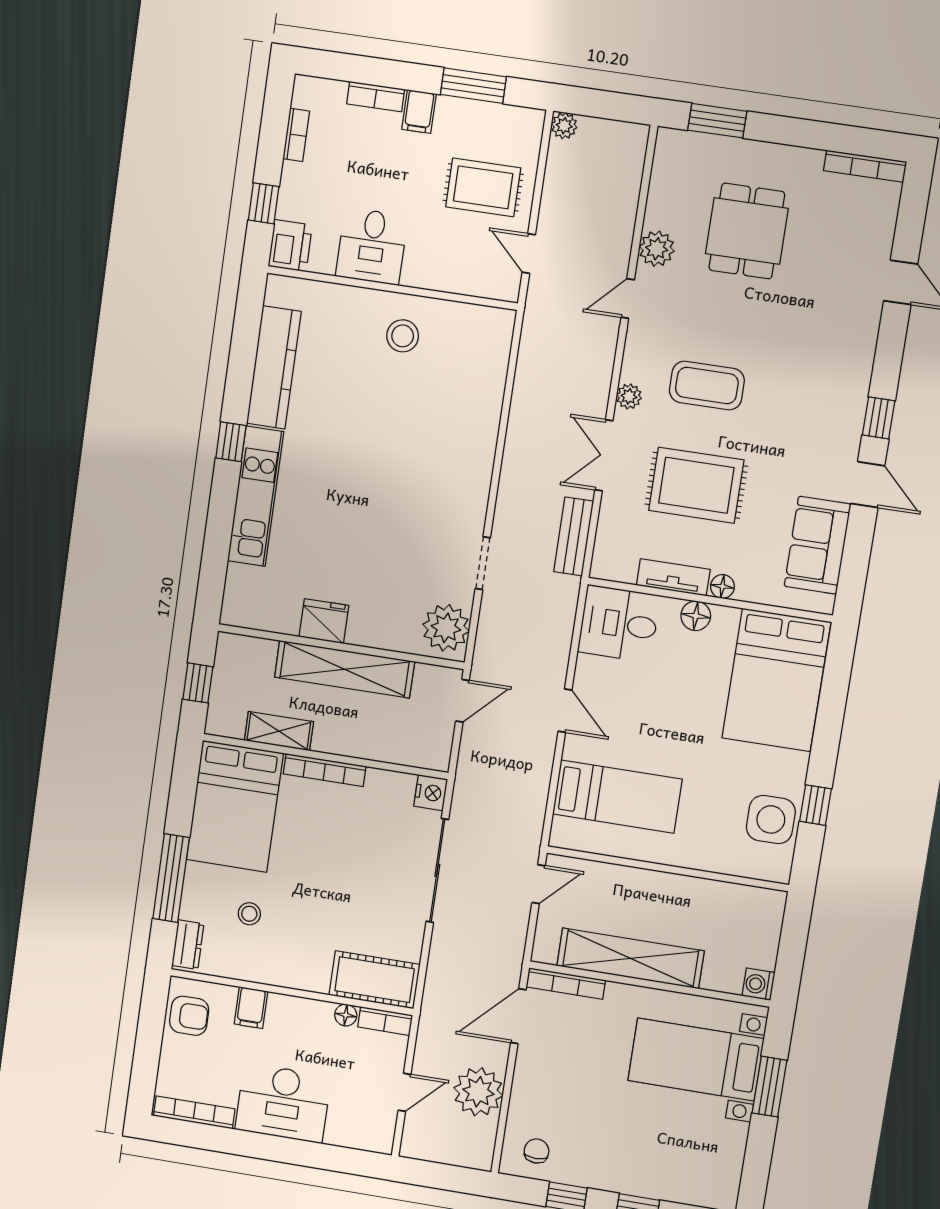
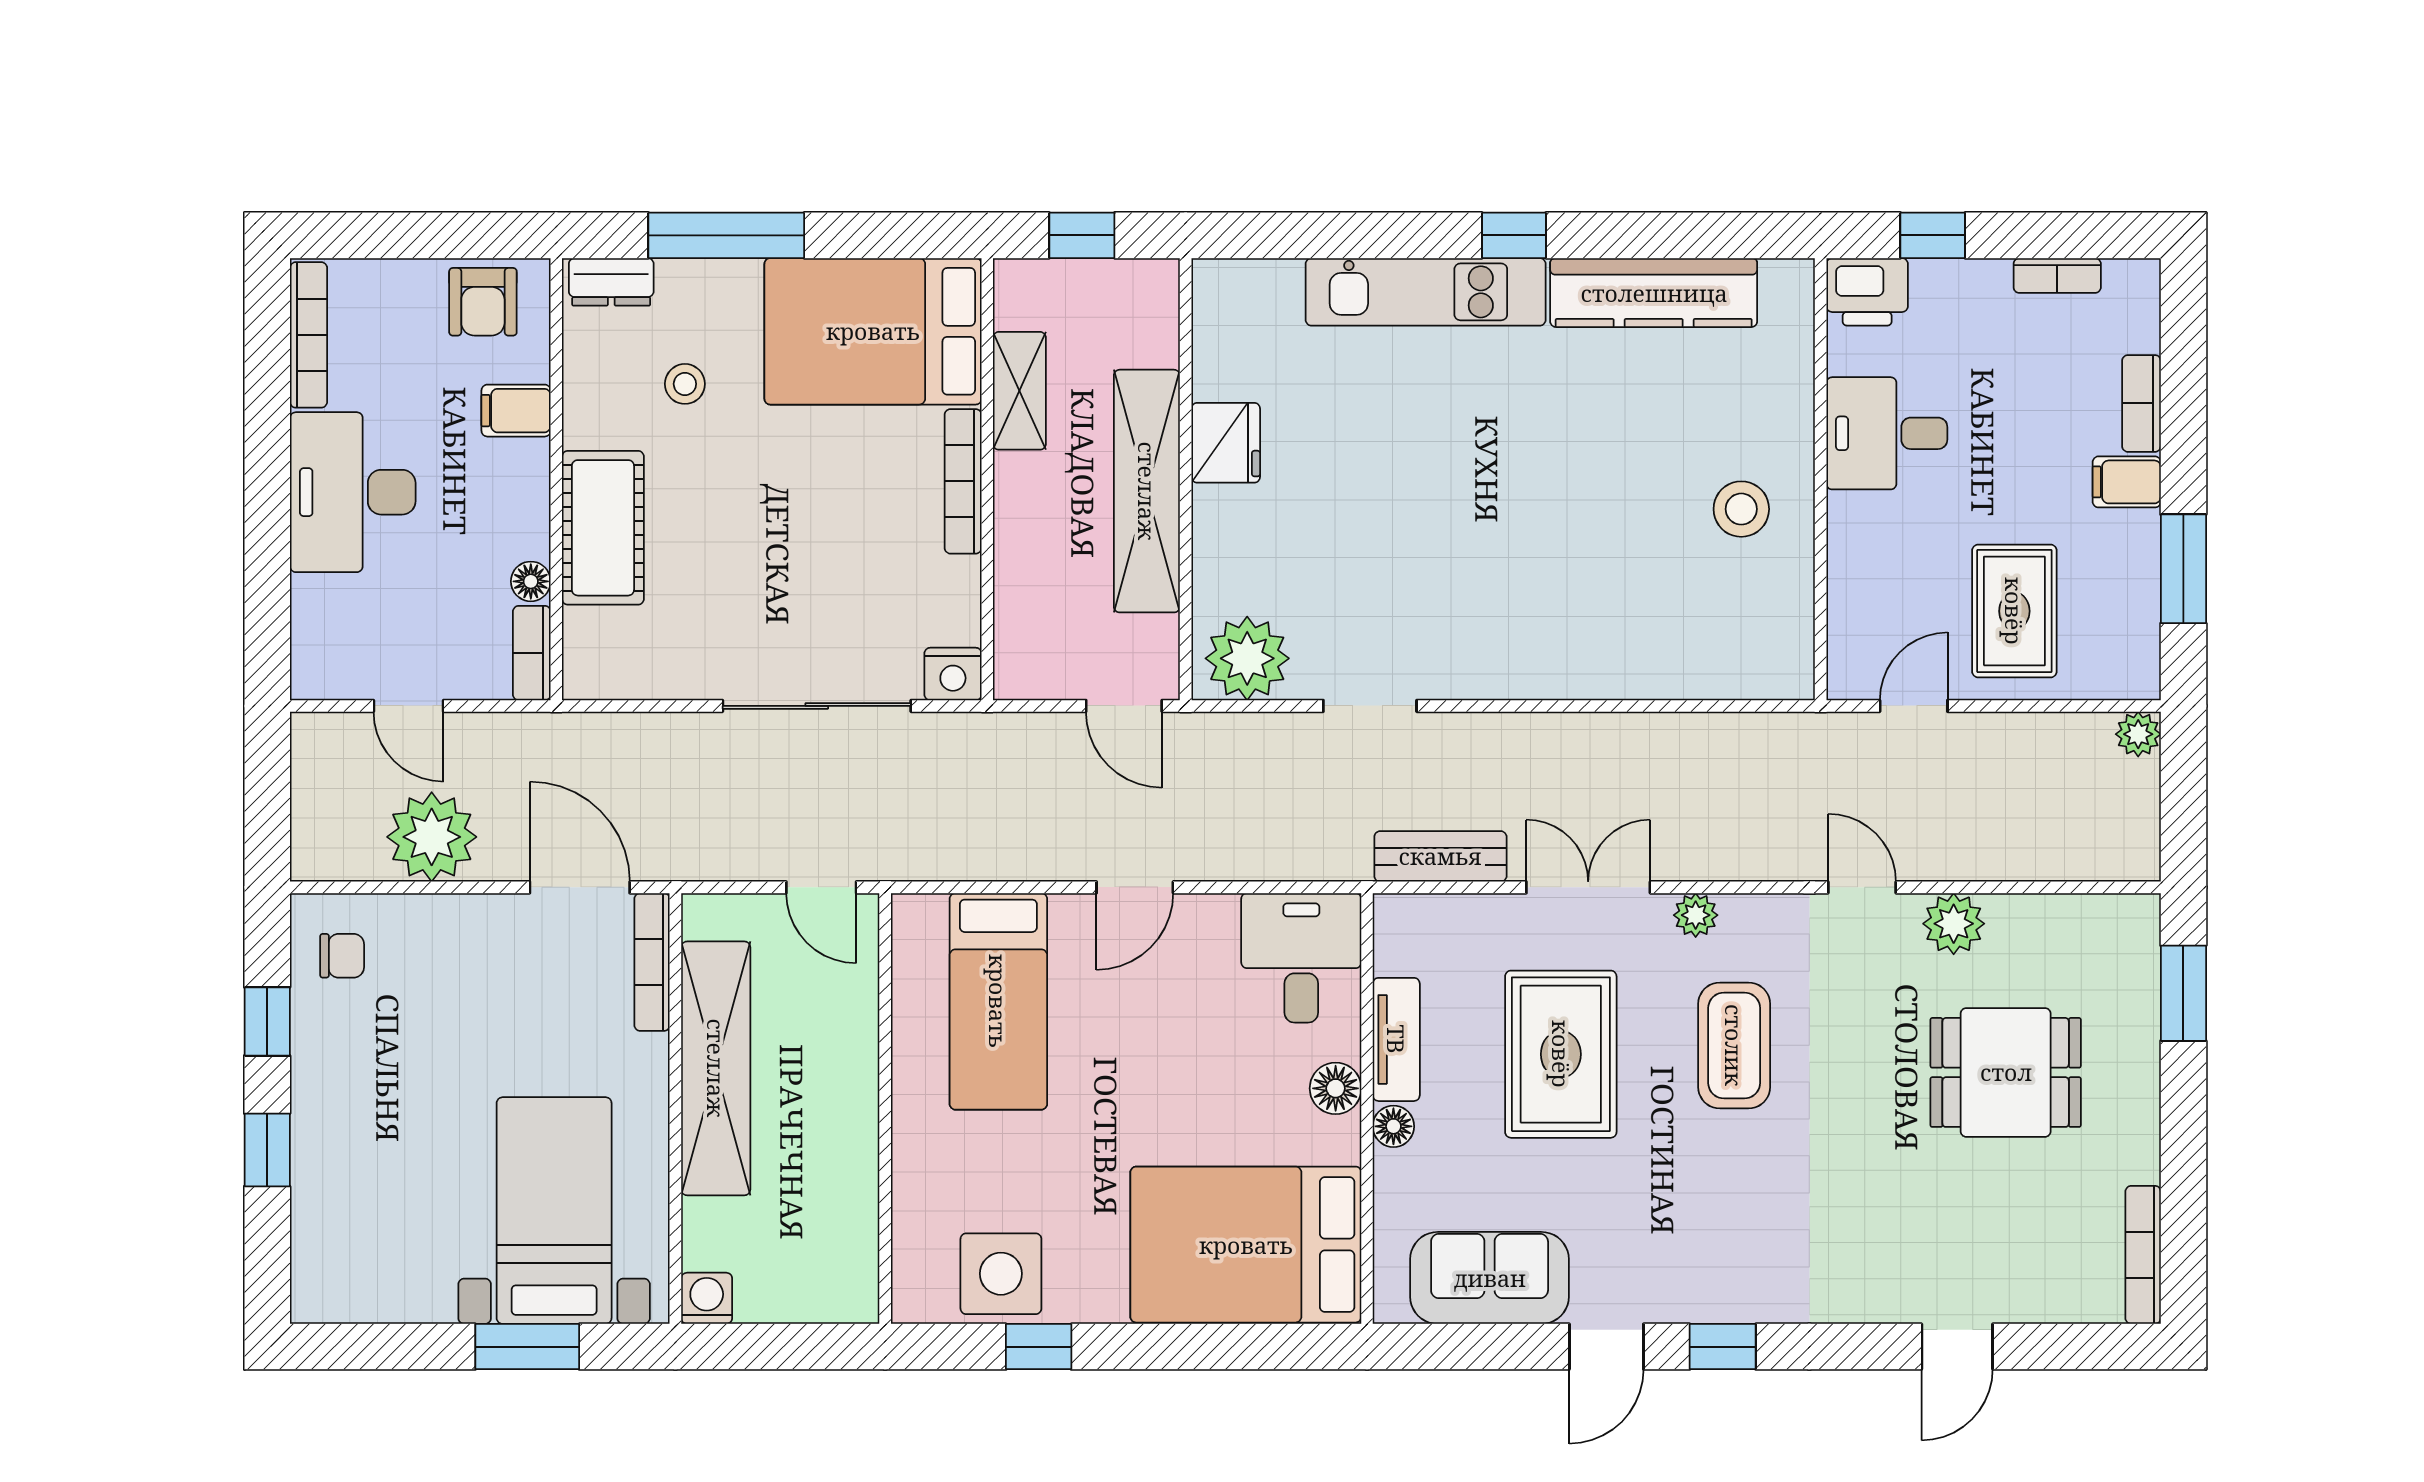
cot: (374, 980) -> (603, 528), moved

